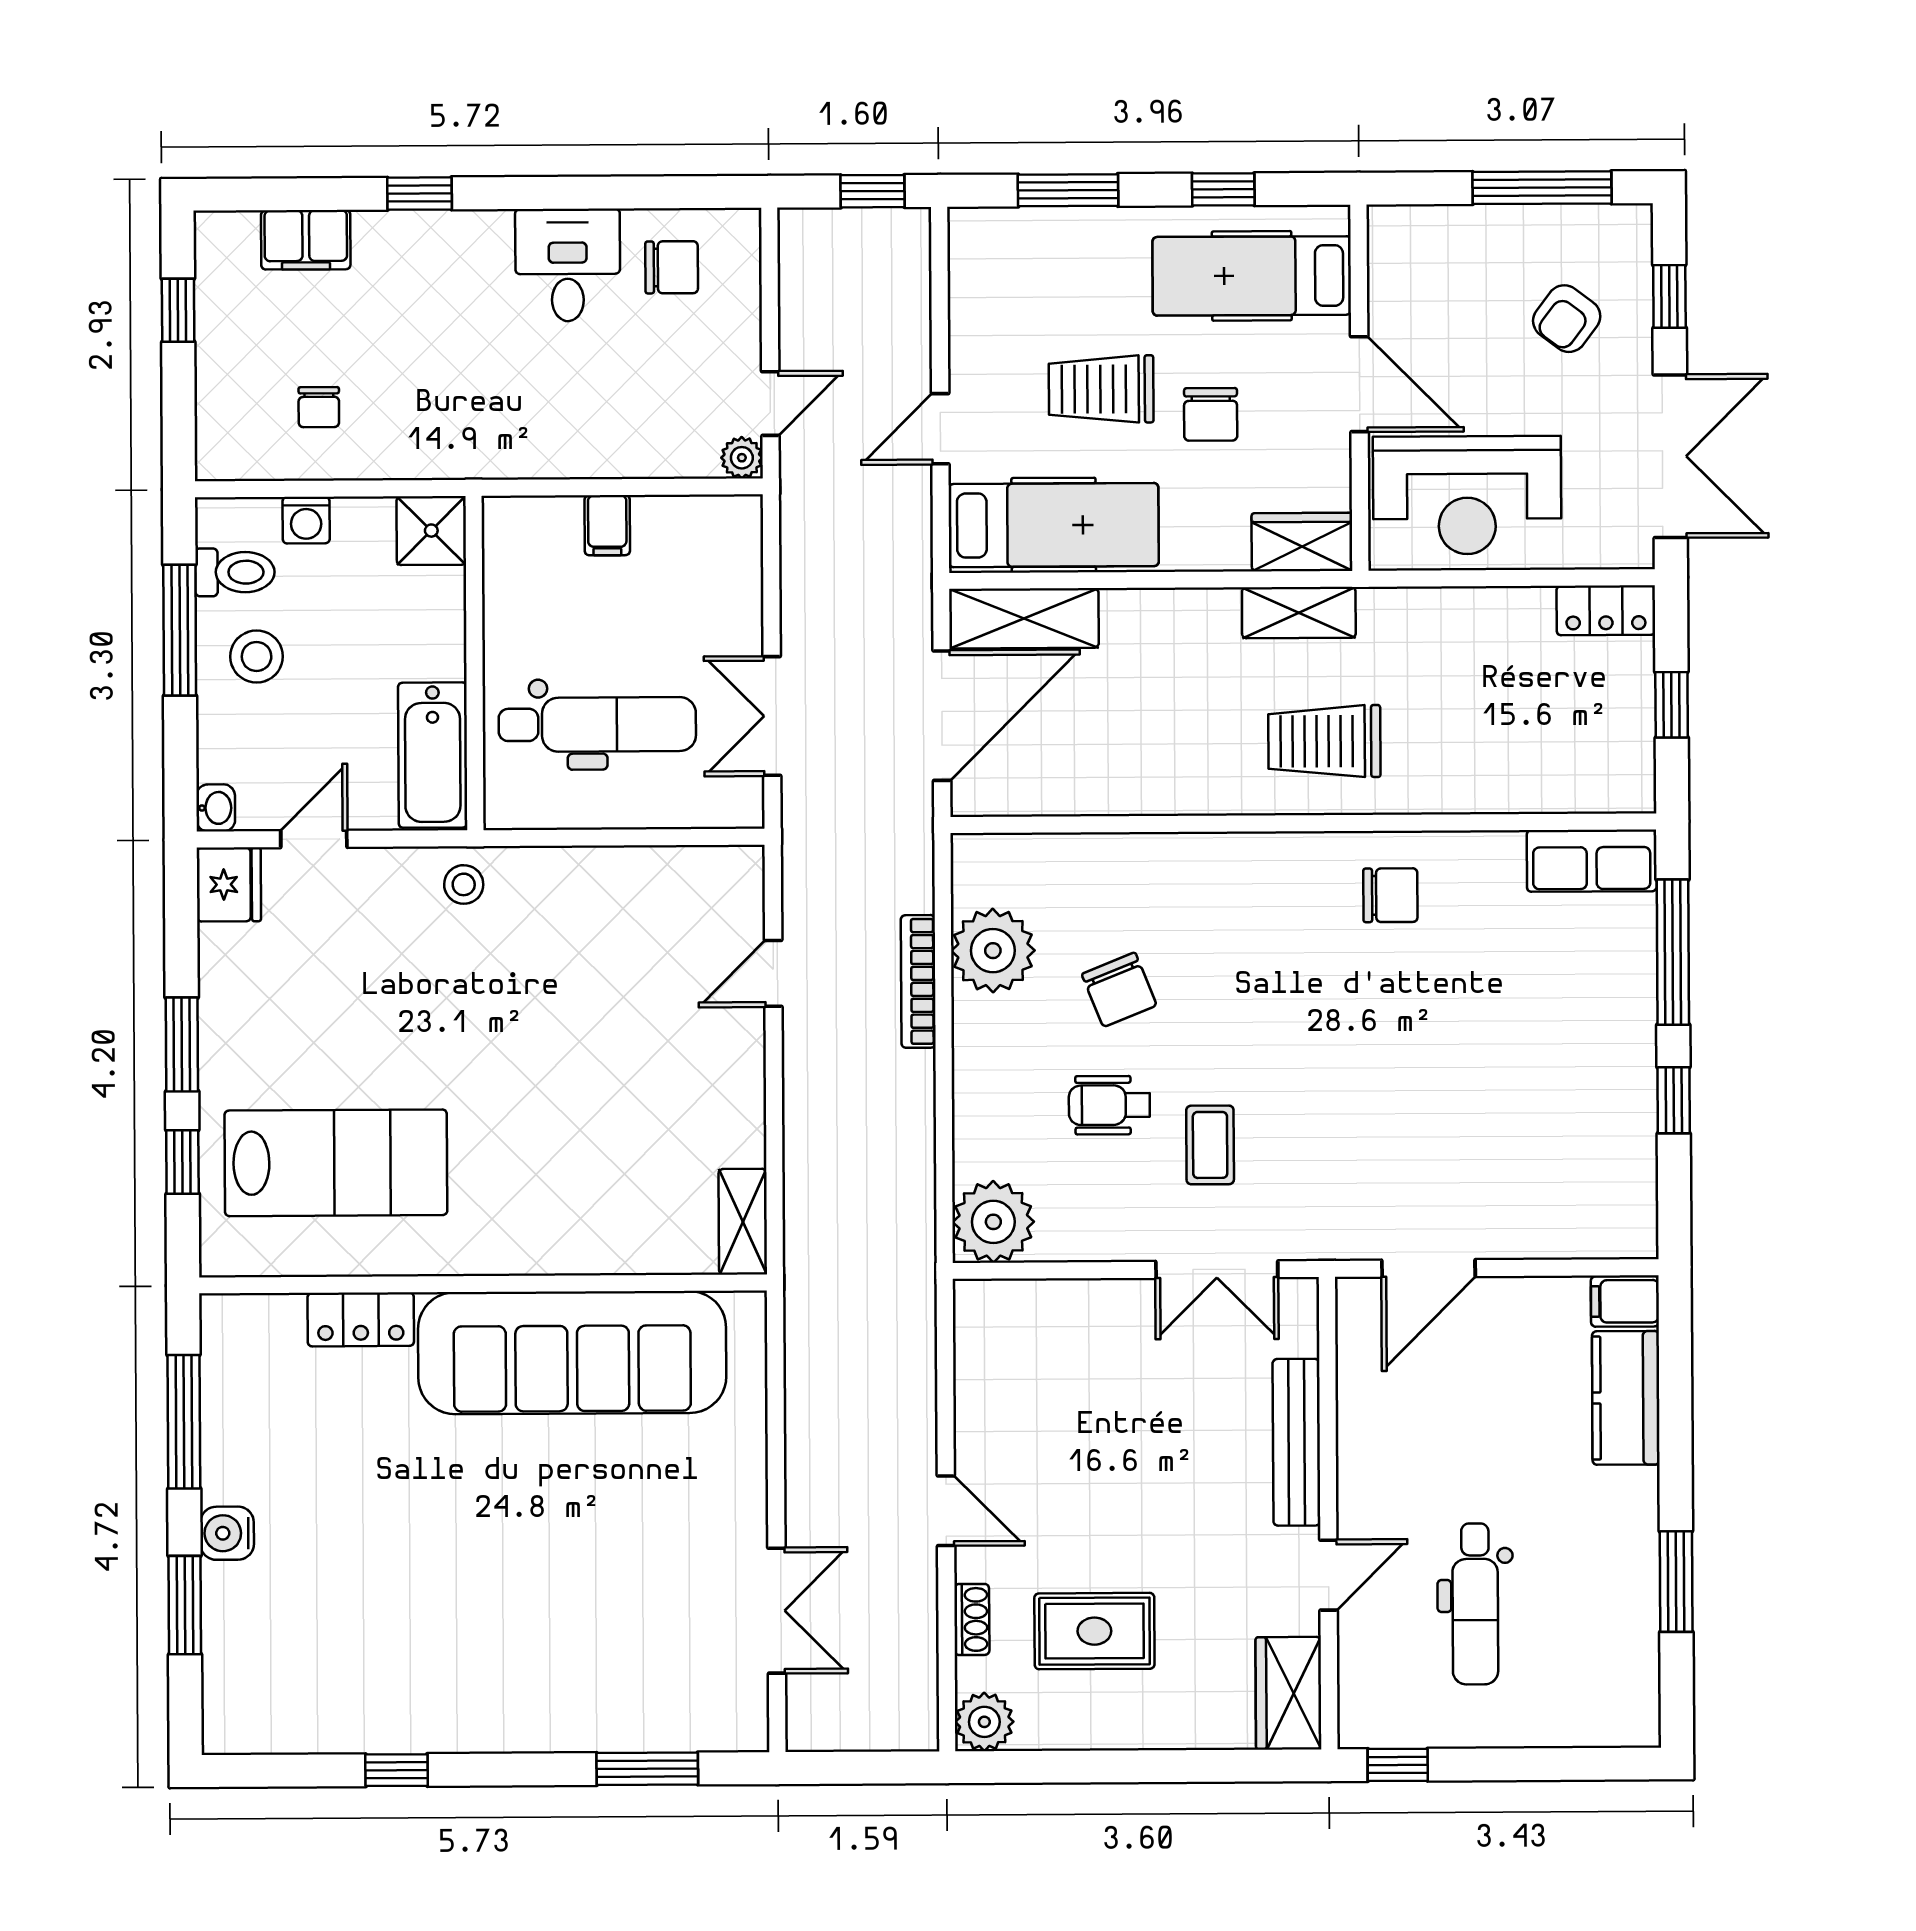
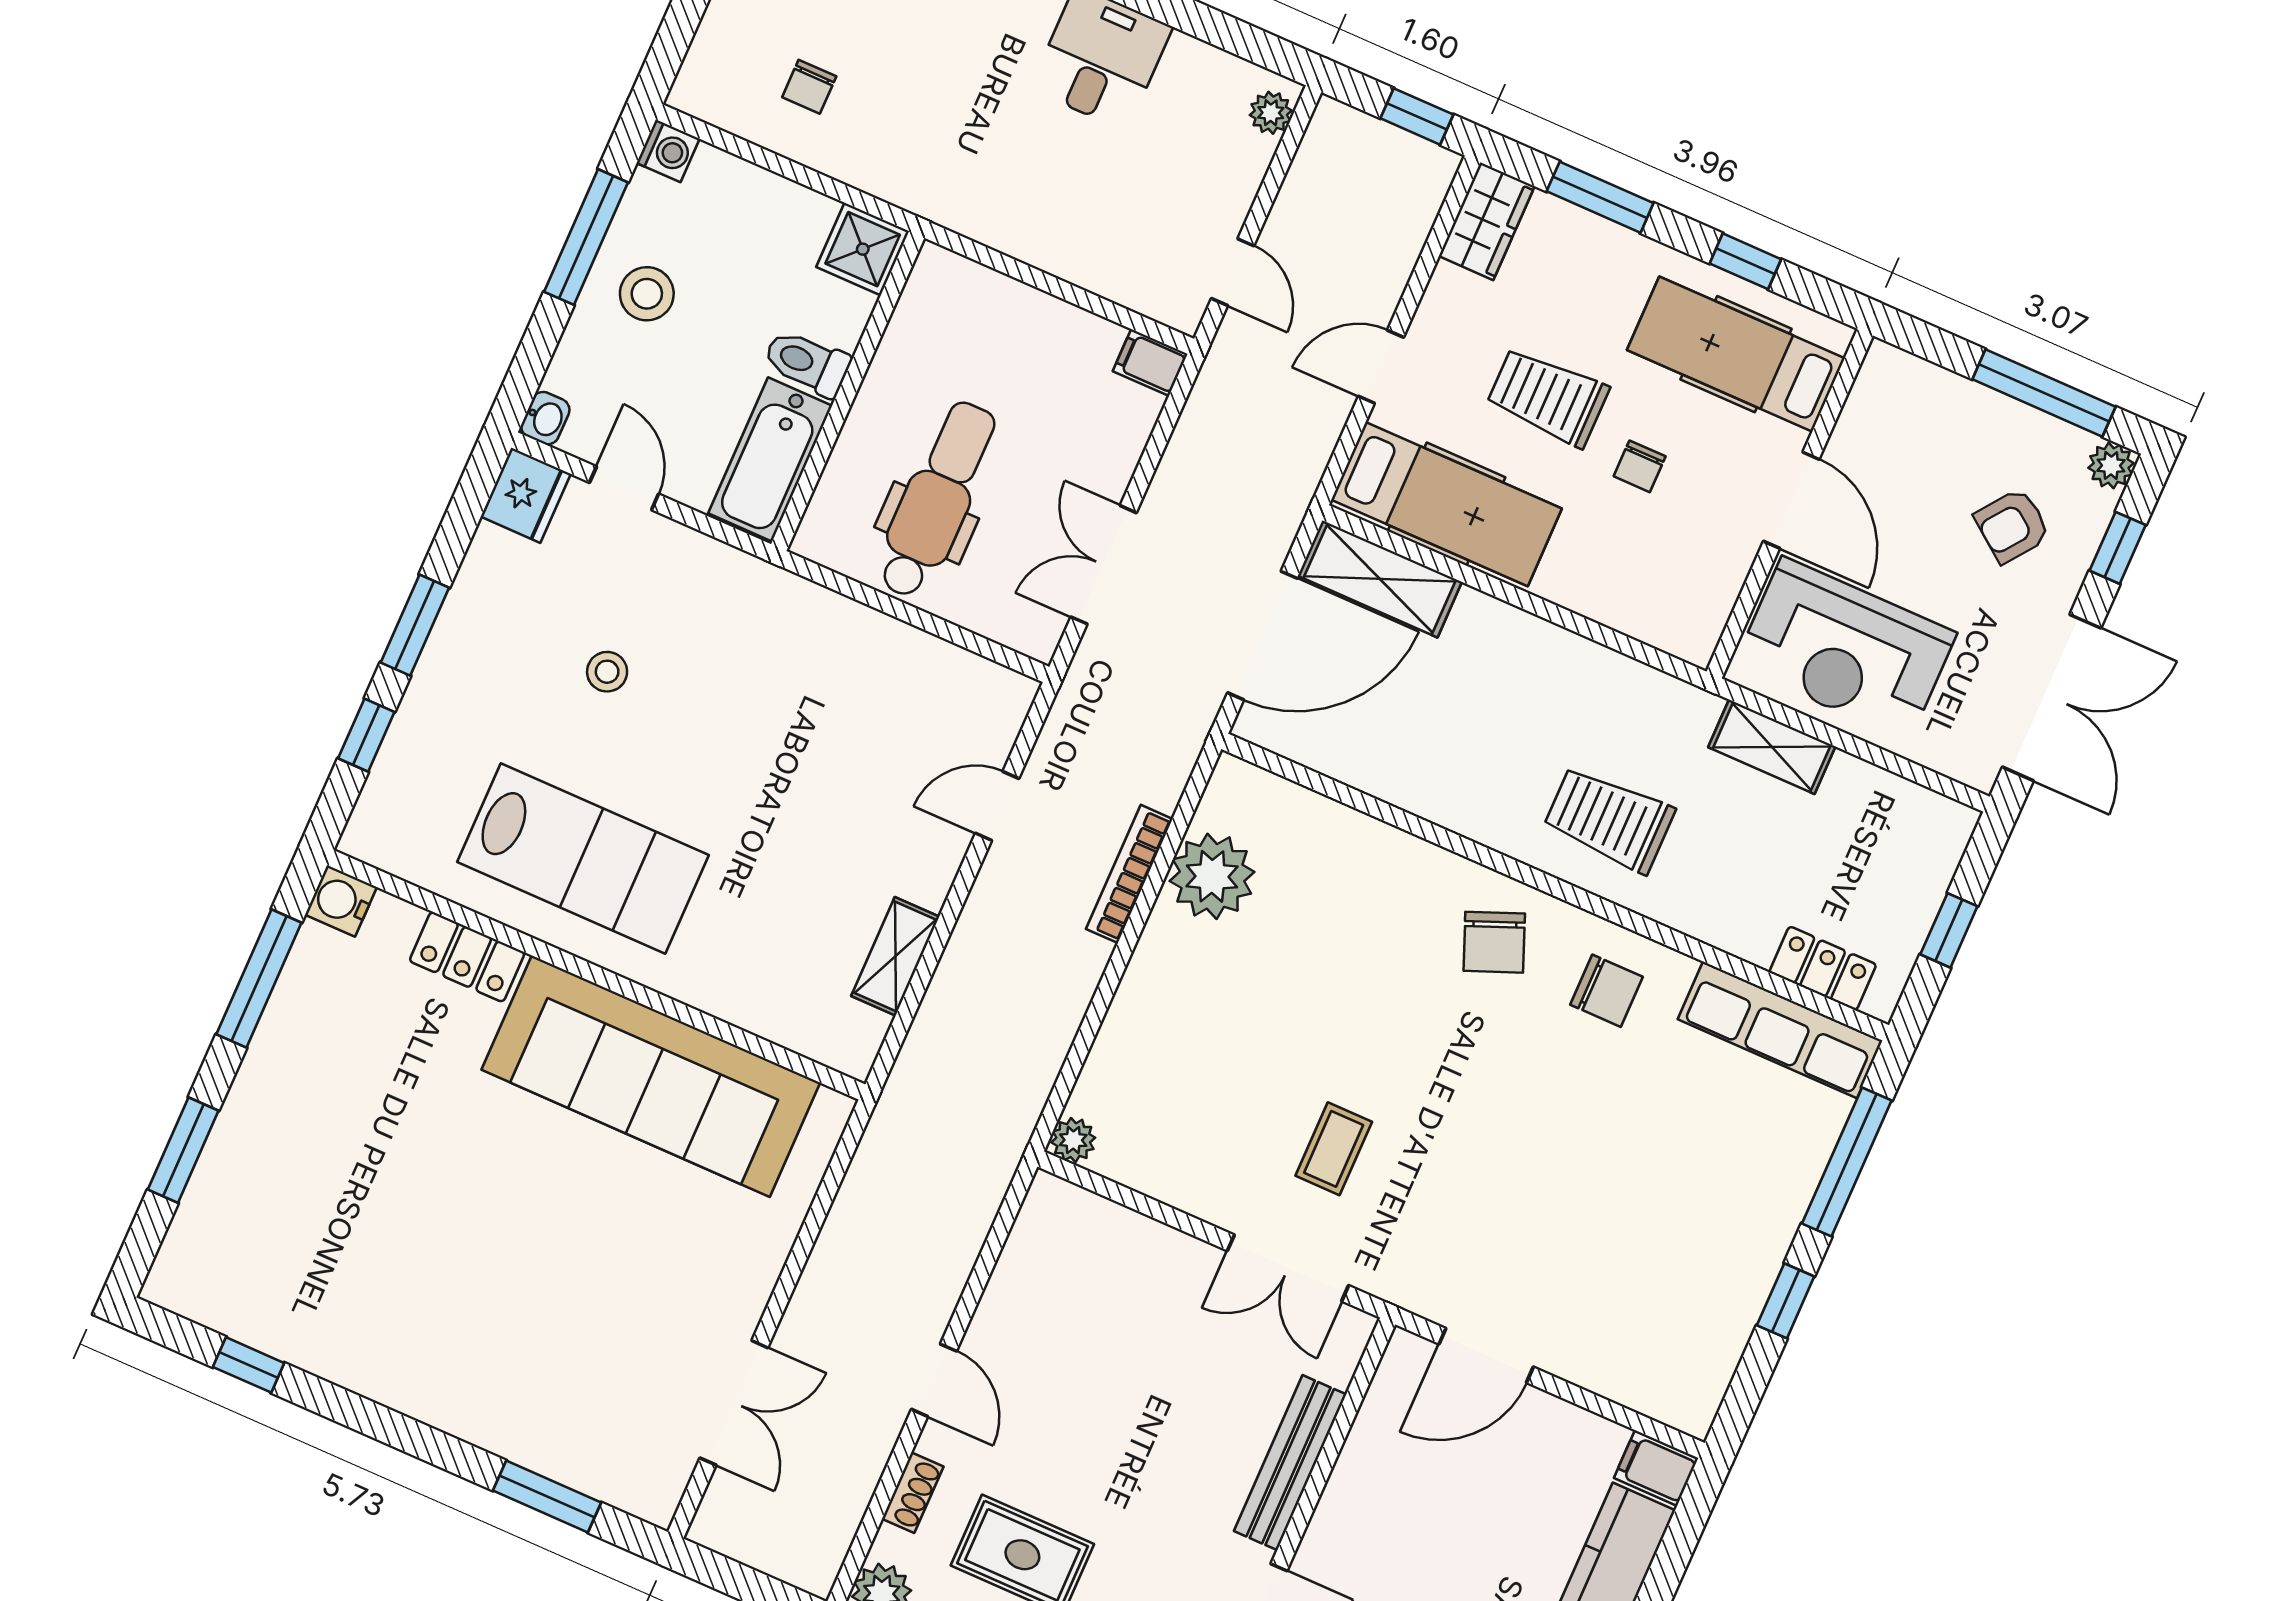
plant: (1631, 226) -> (2111, 466), added
chair: (672, 267) -> (1197, 104), removed
door: (770, 404) -> (1233, 272), hinge flipped
chair: (1211, 414) -> (1640, 466), width x0.73, depth x0.73
plant: (742, 458) -> (1271, 113), moved
washing machine: (306, 520) -> (668, 151), moved, turned -90
filing cabinet: (607, 525) -> (1150, 363), moved, turned 90
wardrobe: (1302, 542) -> (1487, 221), moved, turned 90
toilet: (235, 572) -> (807, 363), moved, turned 180
locker: (1606, 610) -> (1823, 968), moved, turned 180
shelving: (1299, 613) -> (1772, 747), moved
dental chair: (597, 724) -> (937, 500), turned -90
door: (314, 839) -> (624, 488), hinge flipped
row of seats: (1592, 861) -> (1780, 1030), width x1.48
stool: (464, 884) -> (607, 672), moved
chair: (1119, 990) -> (1494, 942), moved
wheelchair: (1109, 1105) -> (1256, 1070), removed
lab bench: (336, 1163) -> (583, 859), moved
shelving: (743, 1222) -> (895, 956), moved
plant: (993, 1222) -> (1073, 1140), width x0.53, depth x0.53
water cooler: (227, 1533) -> (341, 901), moved
window: (397, 1770) -> (249, 1365), moved

